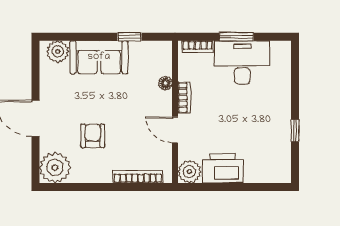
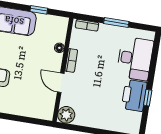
desk: (242, 62) -> (135, 59), moved, turned 90
printer: (223, 168) -> (134, 95), moved, turned -90
bookcase: (138, 177) -> (28, 112), removed

